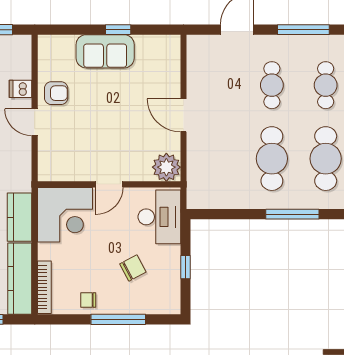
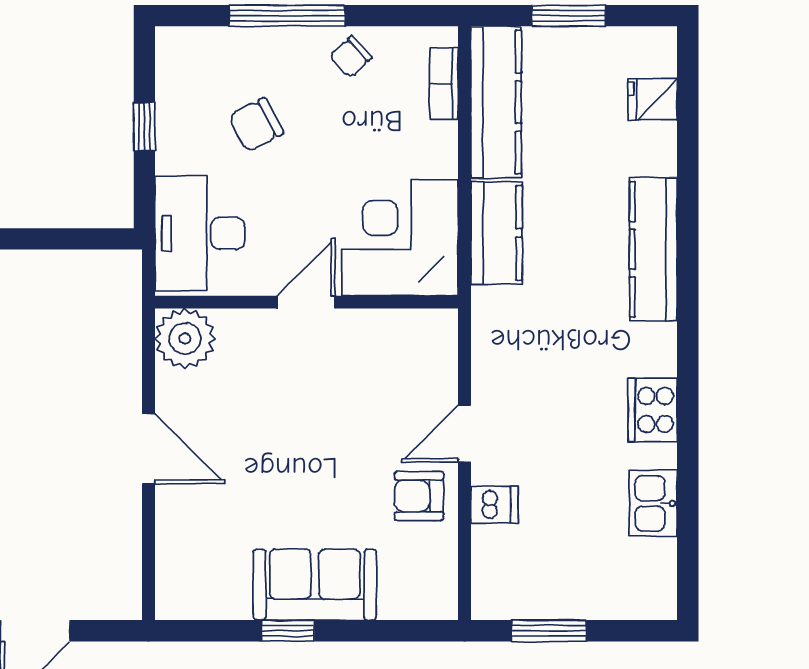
door: (35, 122) -> (464, 434), swing flipped
bookcase: (44, 287) -> (444, 84), width x0.64
chair: (88, 300) -> (351, 57), turned 137

